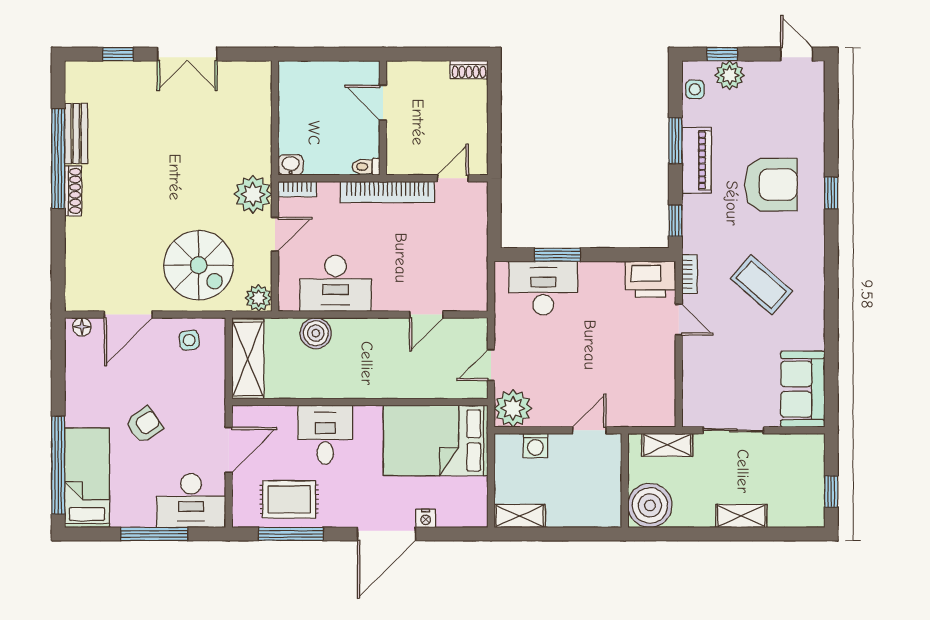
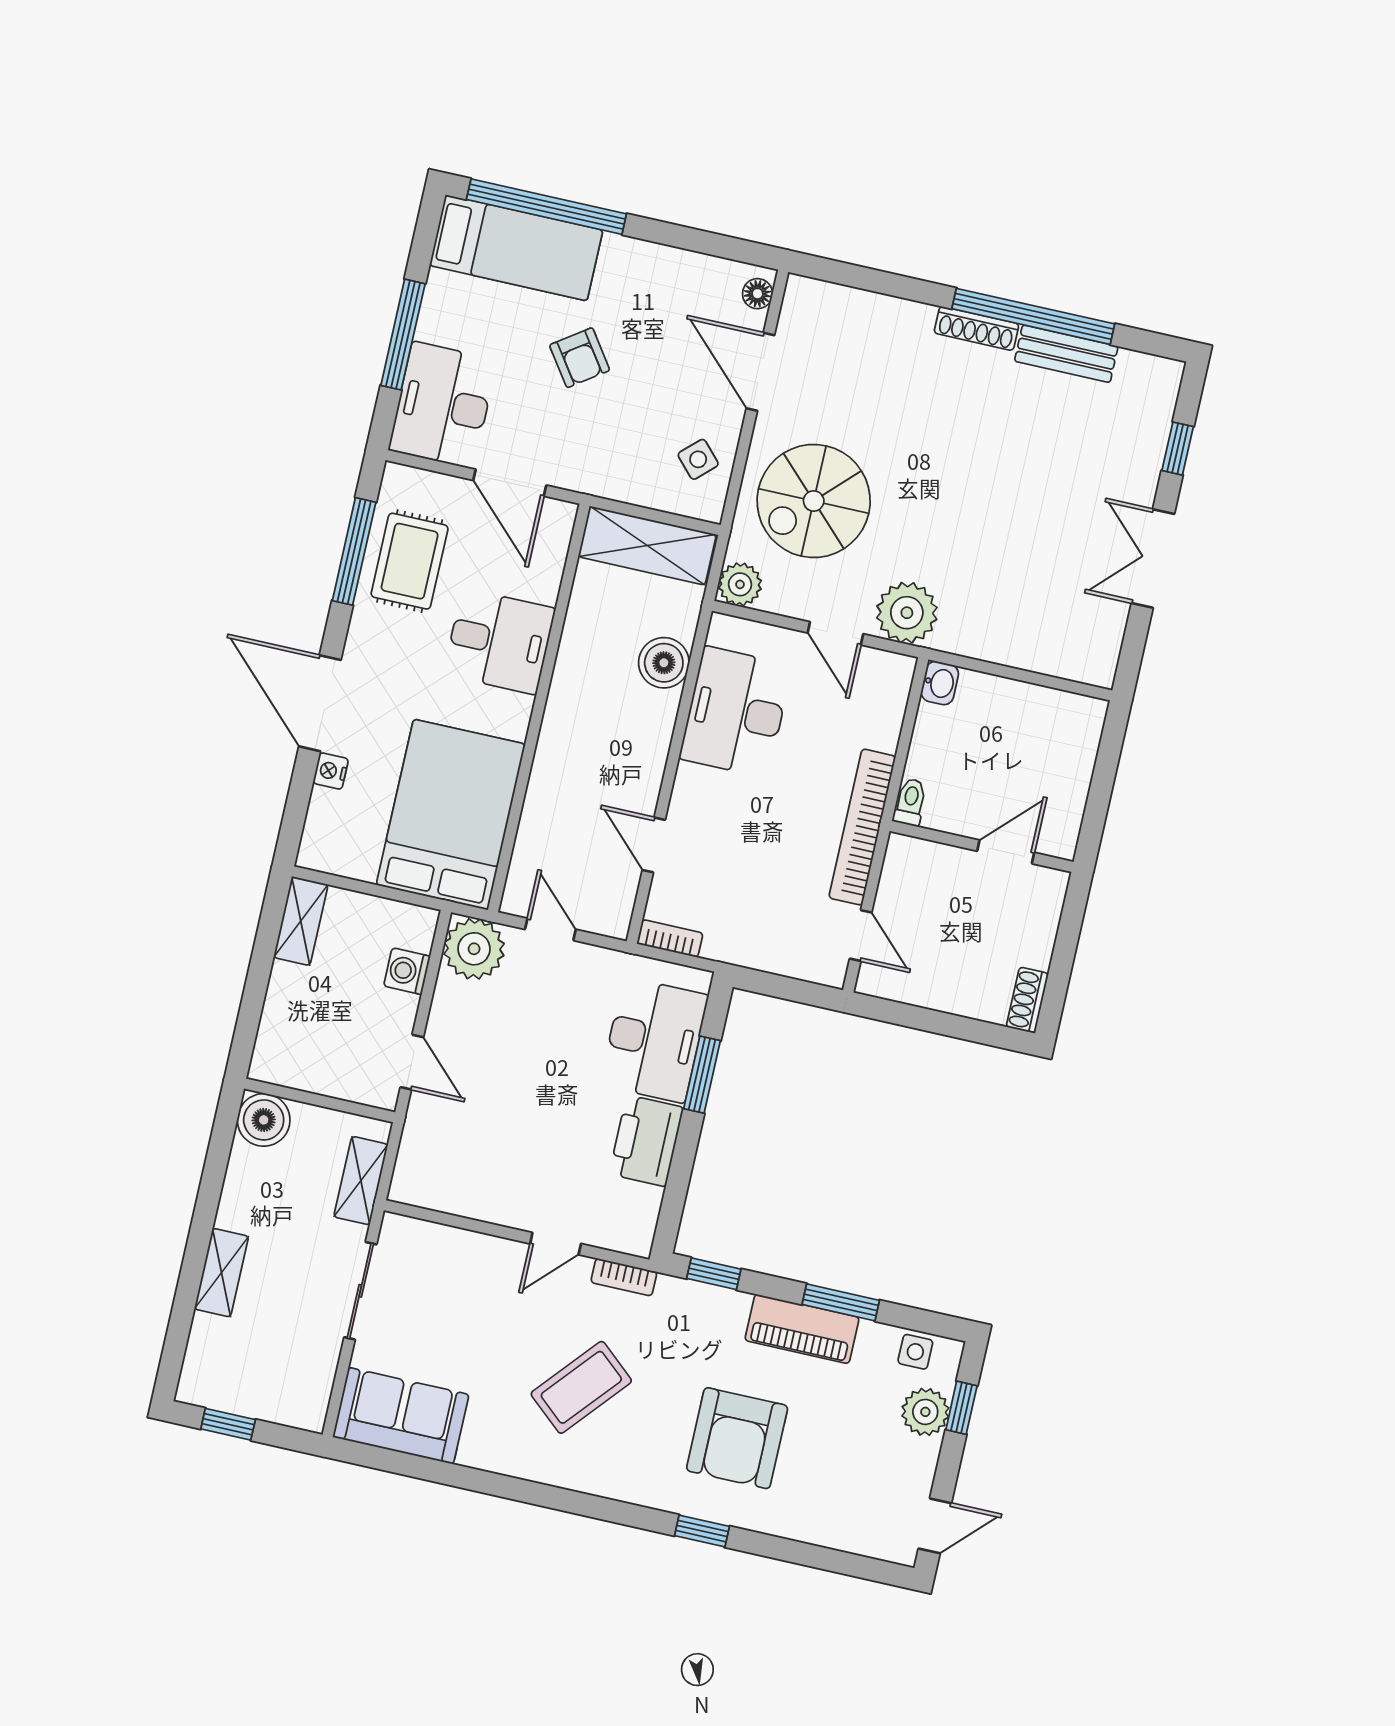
bookcase: (297, 189) -> (670, 938), moved, turned 90
printer: (650, 279) -> (646, 1141), moved
side table: (189, 340) -> (698, 459), turned -36
boiler: (650, 505) -> (264, 1120), width x0.73, depth x0.73

